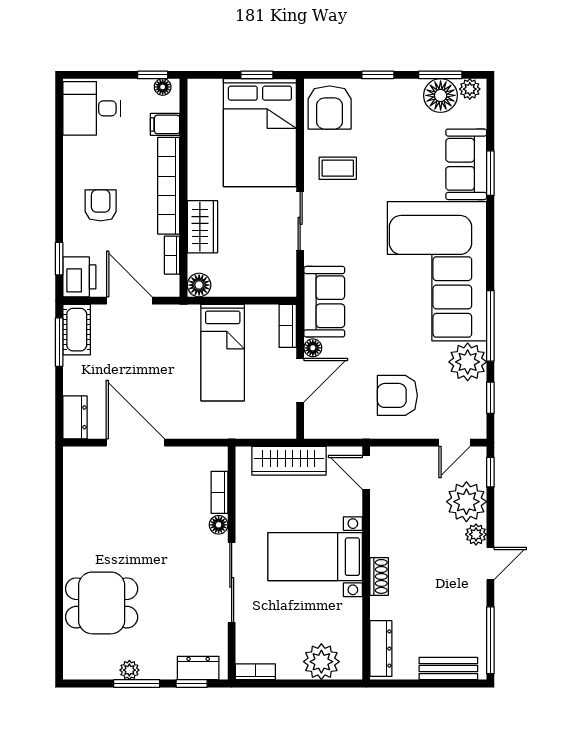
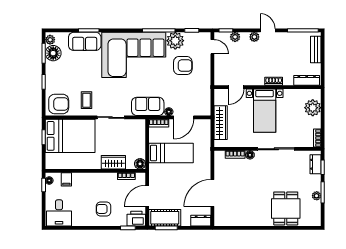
bookcase: (169, 186) -> (95, 178), removed
cot: (77, 330) -> (165, 218), width x1.37, depth x1.34
door: (300, 380) -> (184, 117), swing flipped
armchair: (397, 395) -> (183, 66), moved, turned -90
door: (366, 472) -> (236, 87), moved
plant: (466, 502) -> (235, 37), width x0.53, depth x0.53

